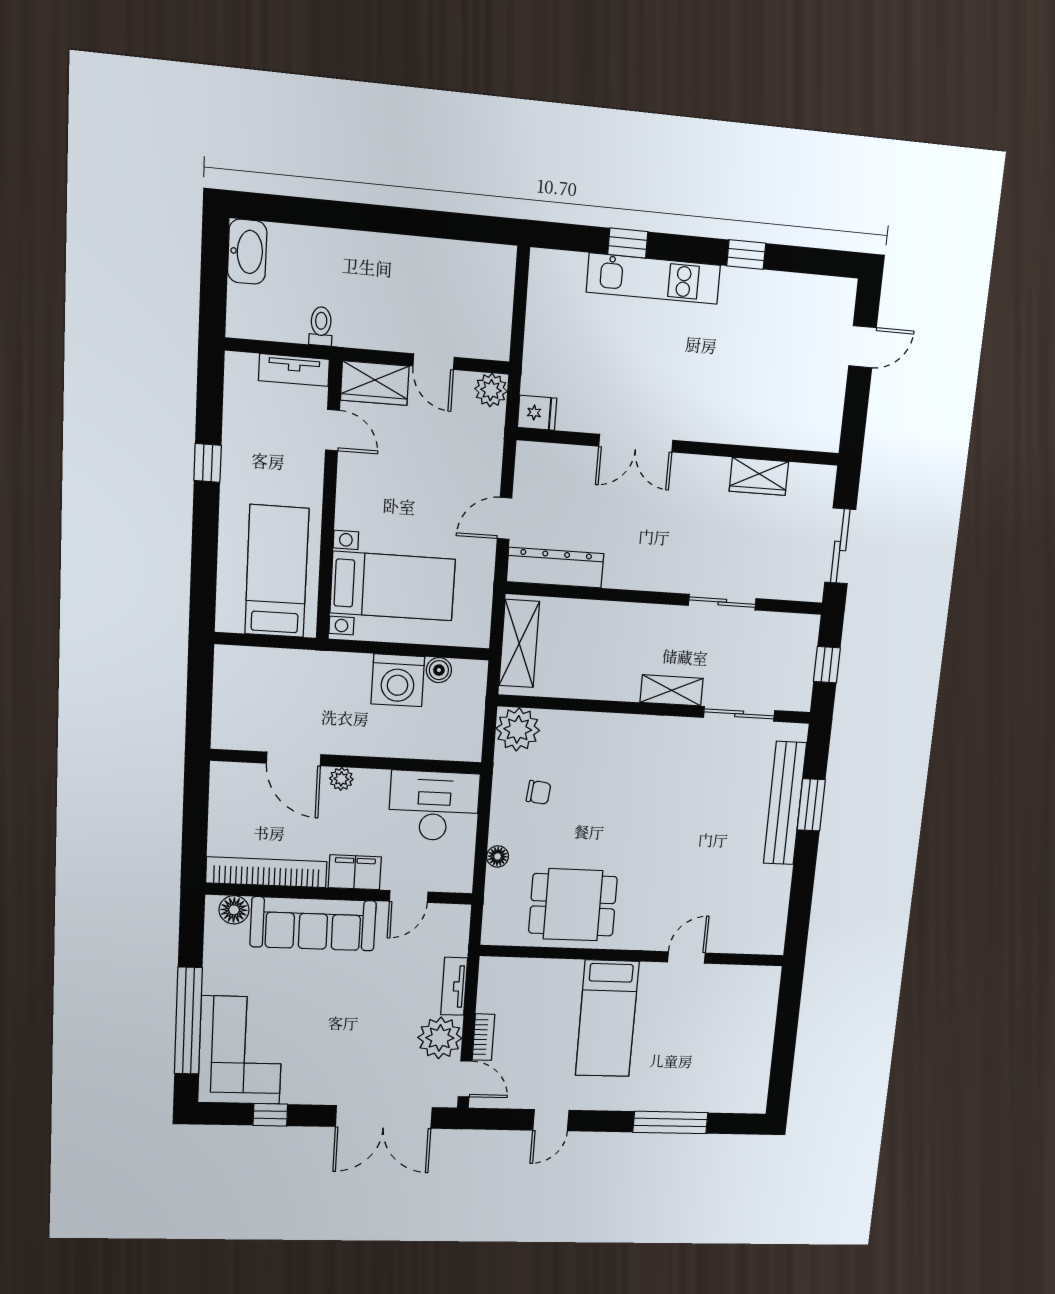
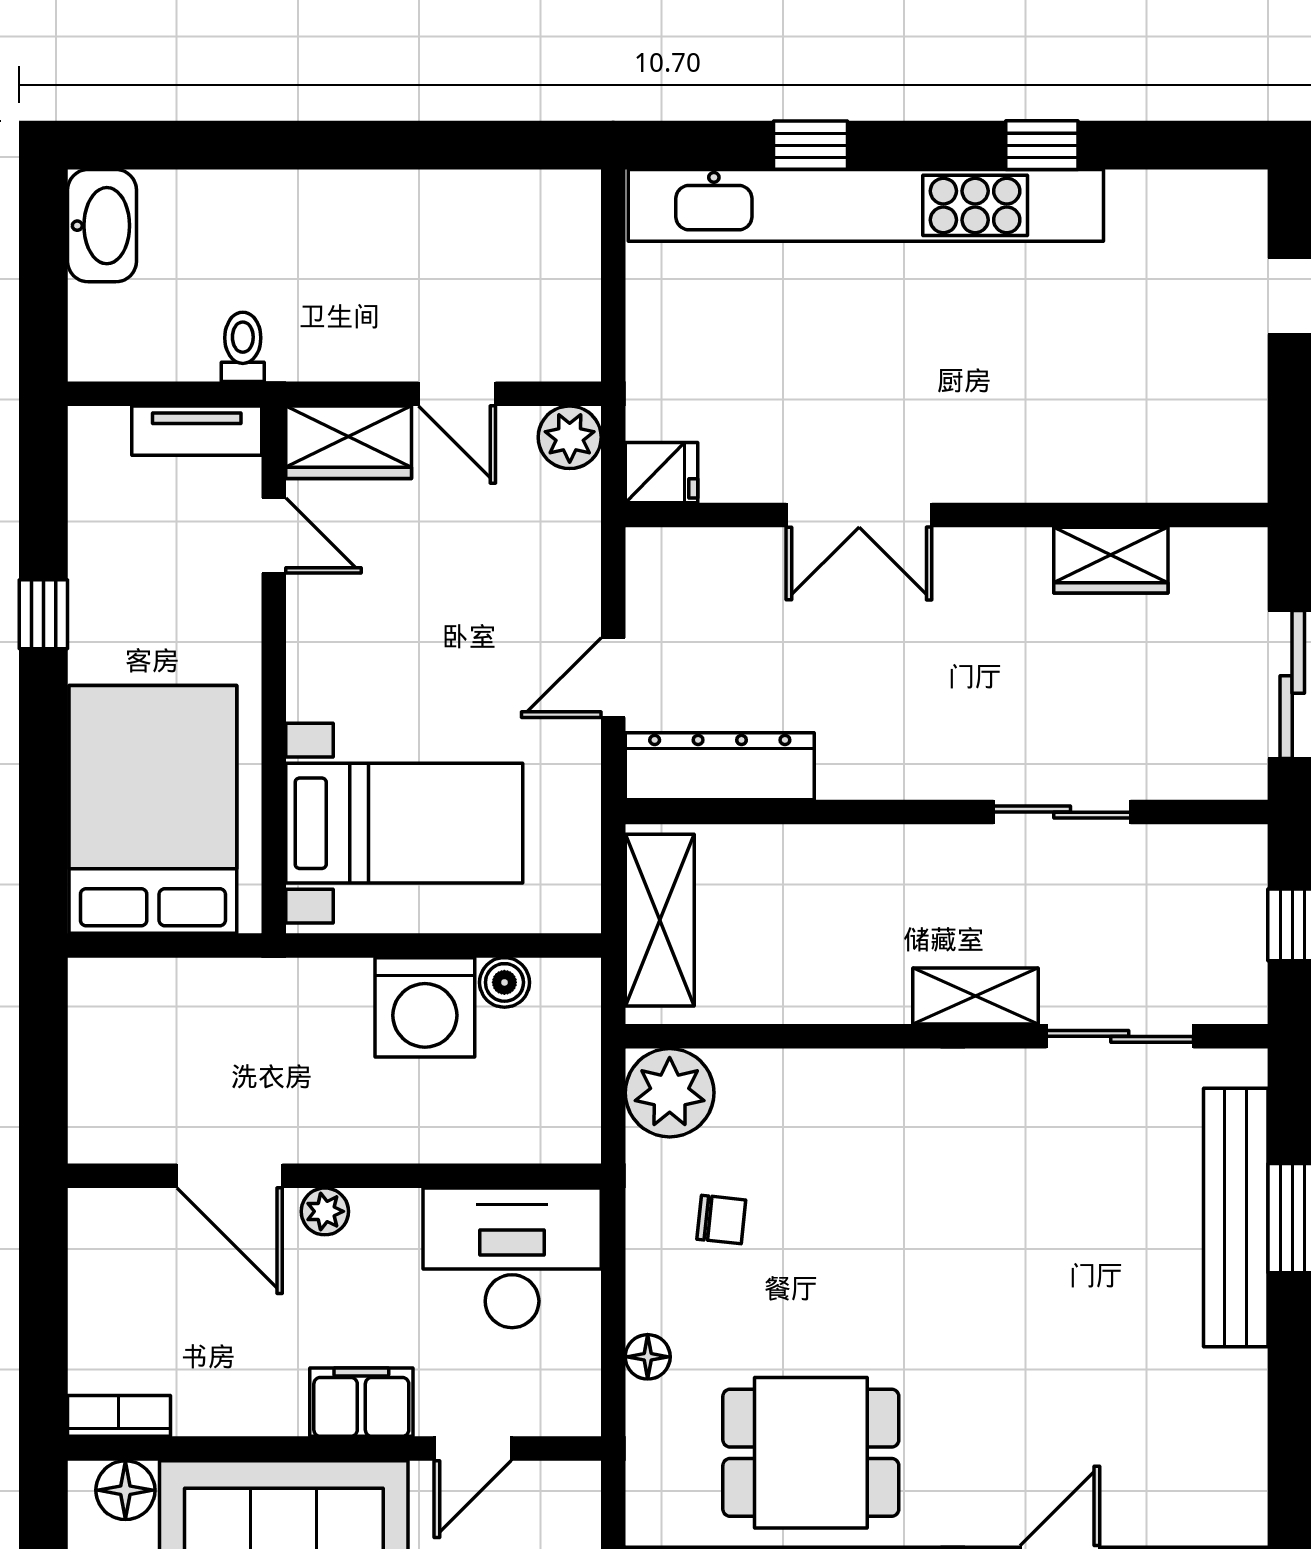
kitchen unit: (653, 279) -> (866, 205), width x1.86
bed: (277, 571) -> (153, 809), width x1.50
bookcase: (266, 872) -> (119, 1416), width x0.43, depth x0.76

